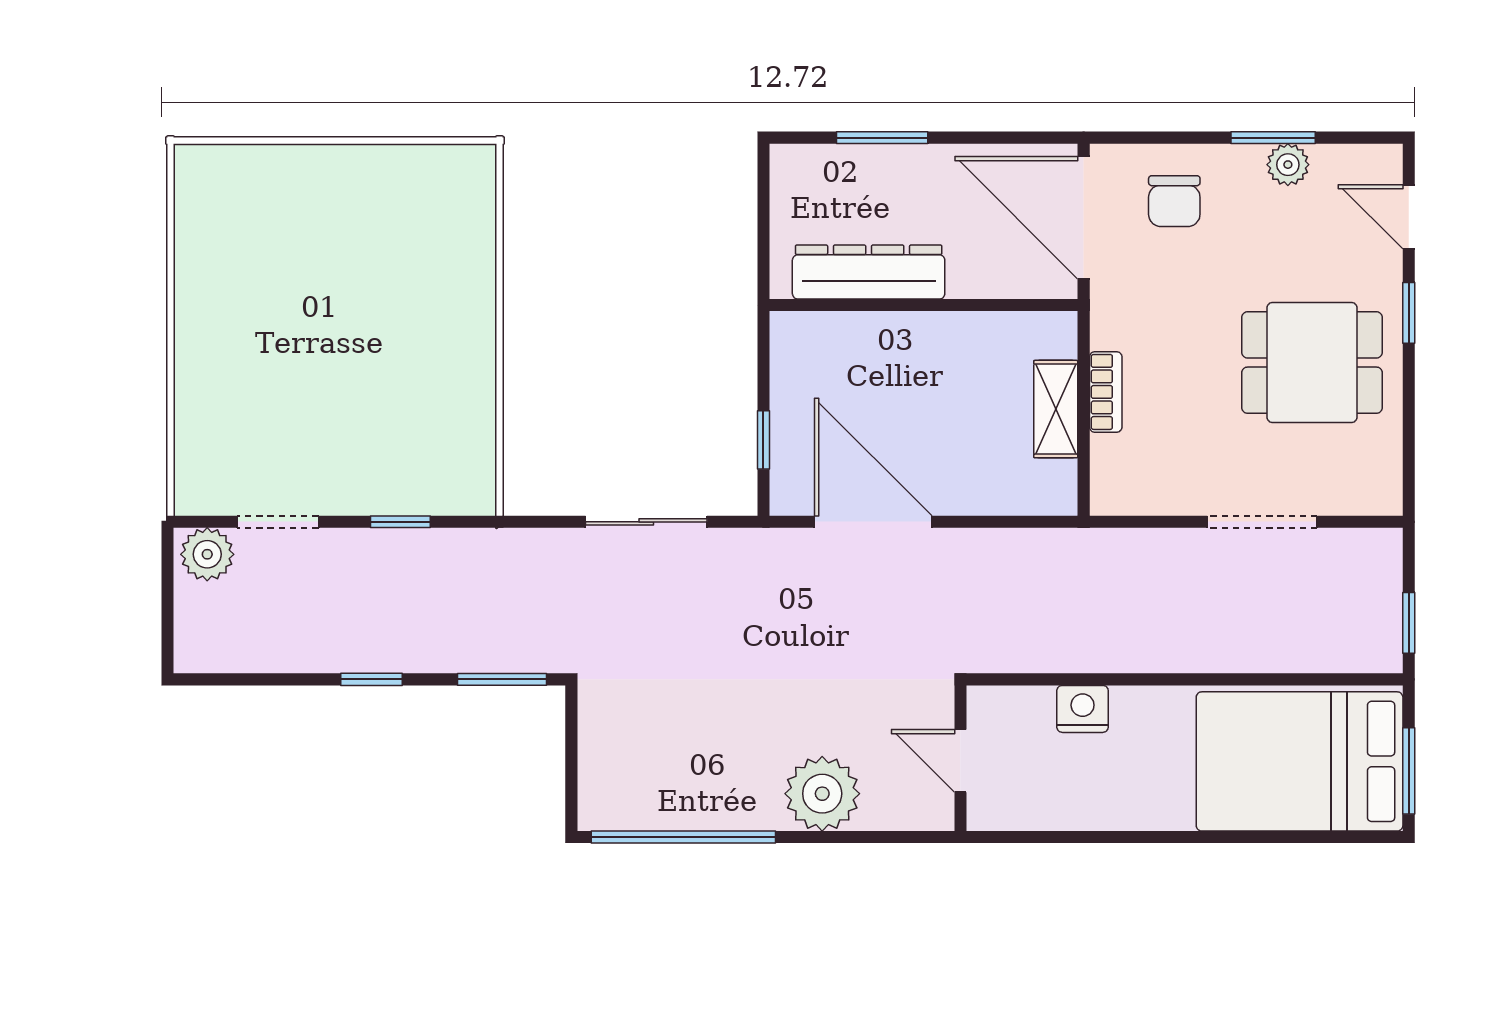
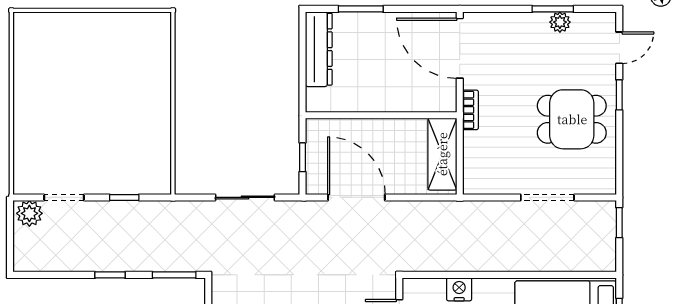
chair: (1174, 201) -> (504, 40), removed
door: (1409, 217) -> (619, 48), swing flipped
dresser: (869, 272) -> (319, 49), moved, turned 90
wall: (924, 305) -> (381, 115), moved
bookcase: (1106, 392) -> (471, 110), moved
shelving: (1056, 409) -> (442, 154), width x1.50, depth x1.33
window: (1409, 623) -> (619, 223), moved

